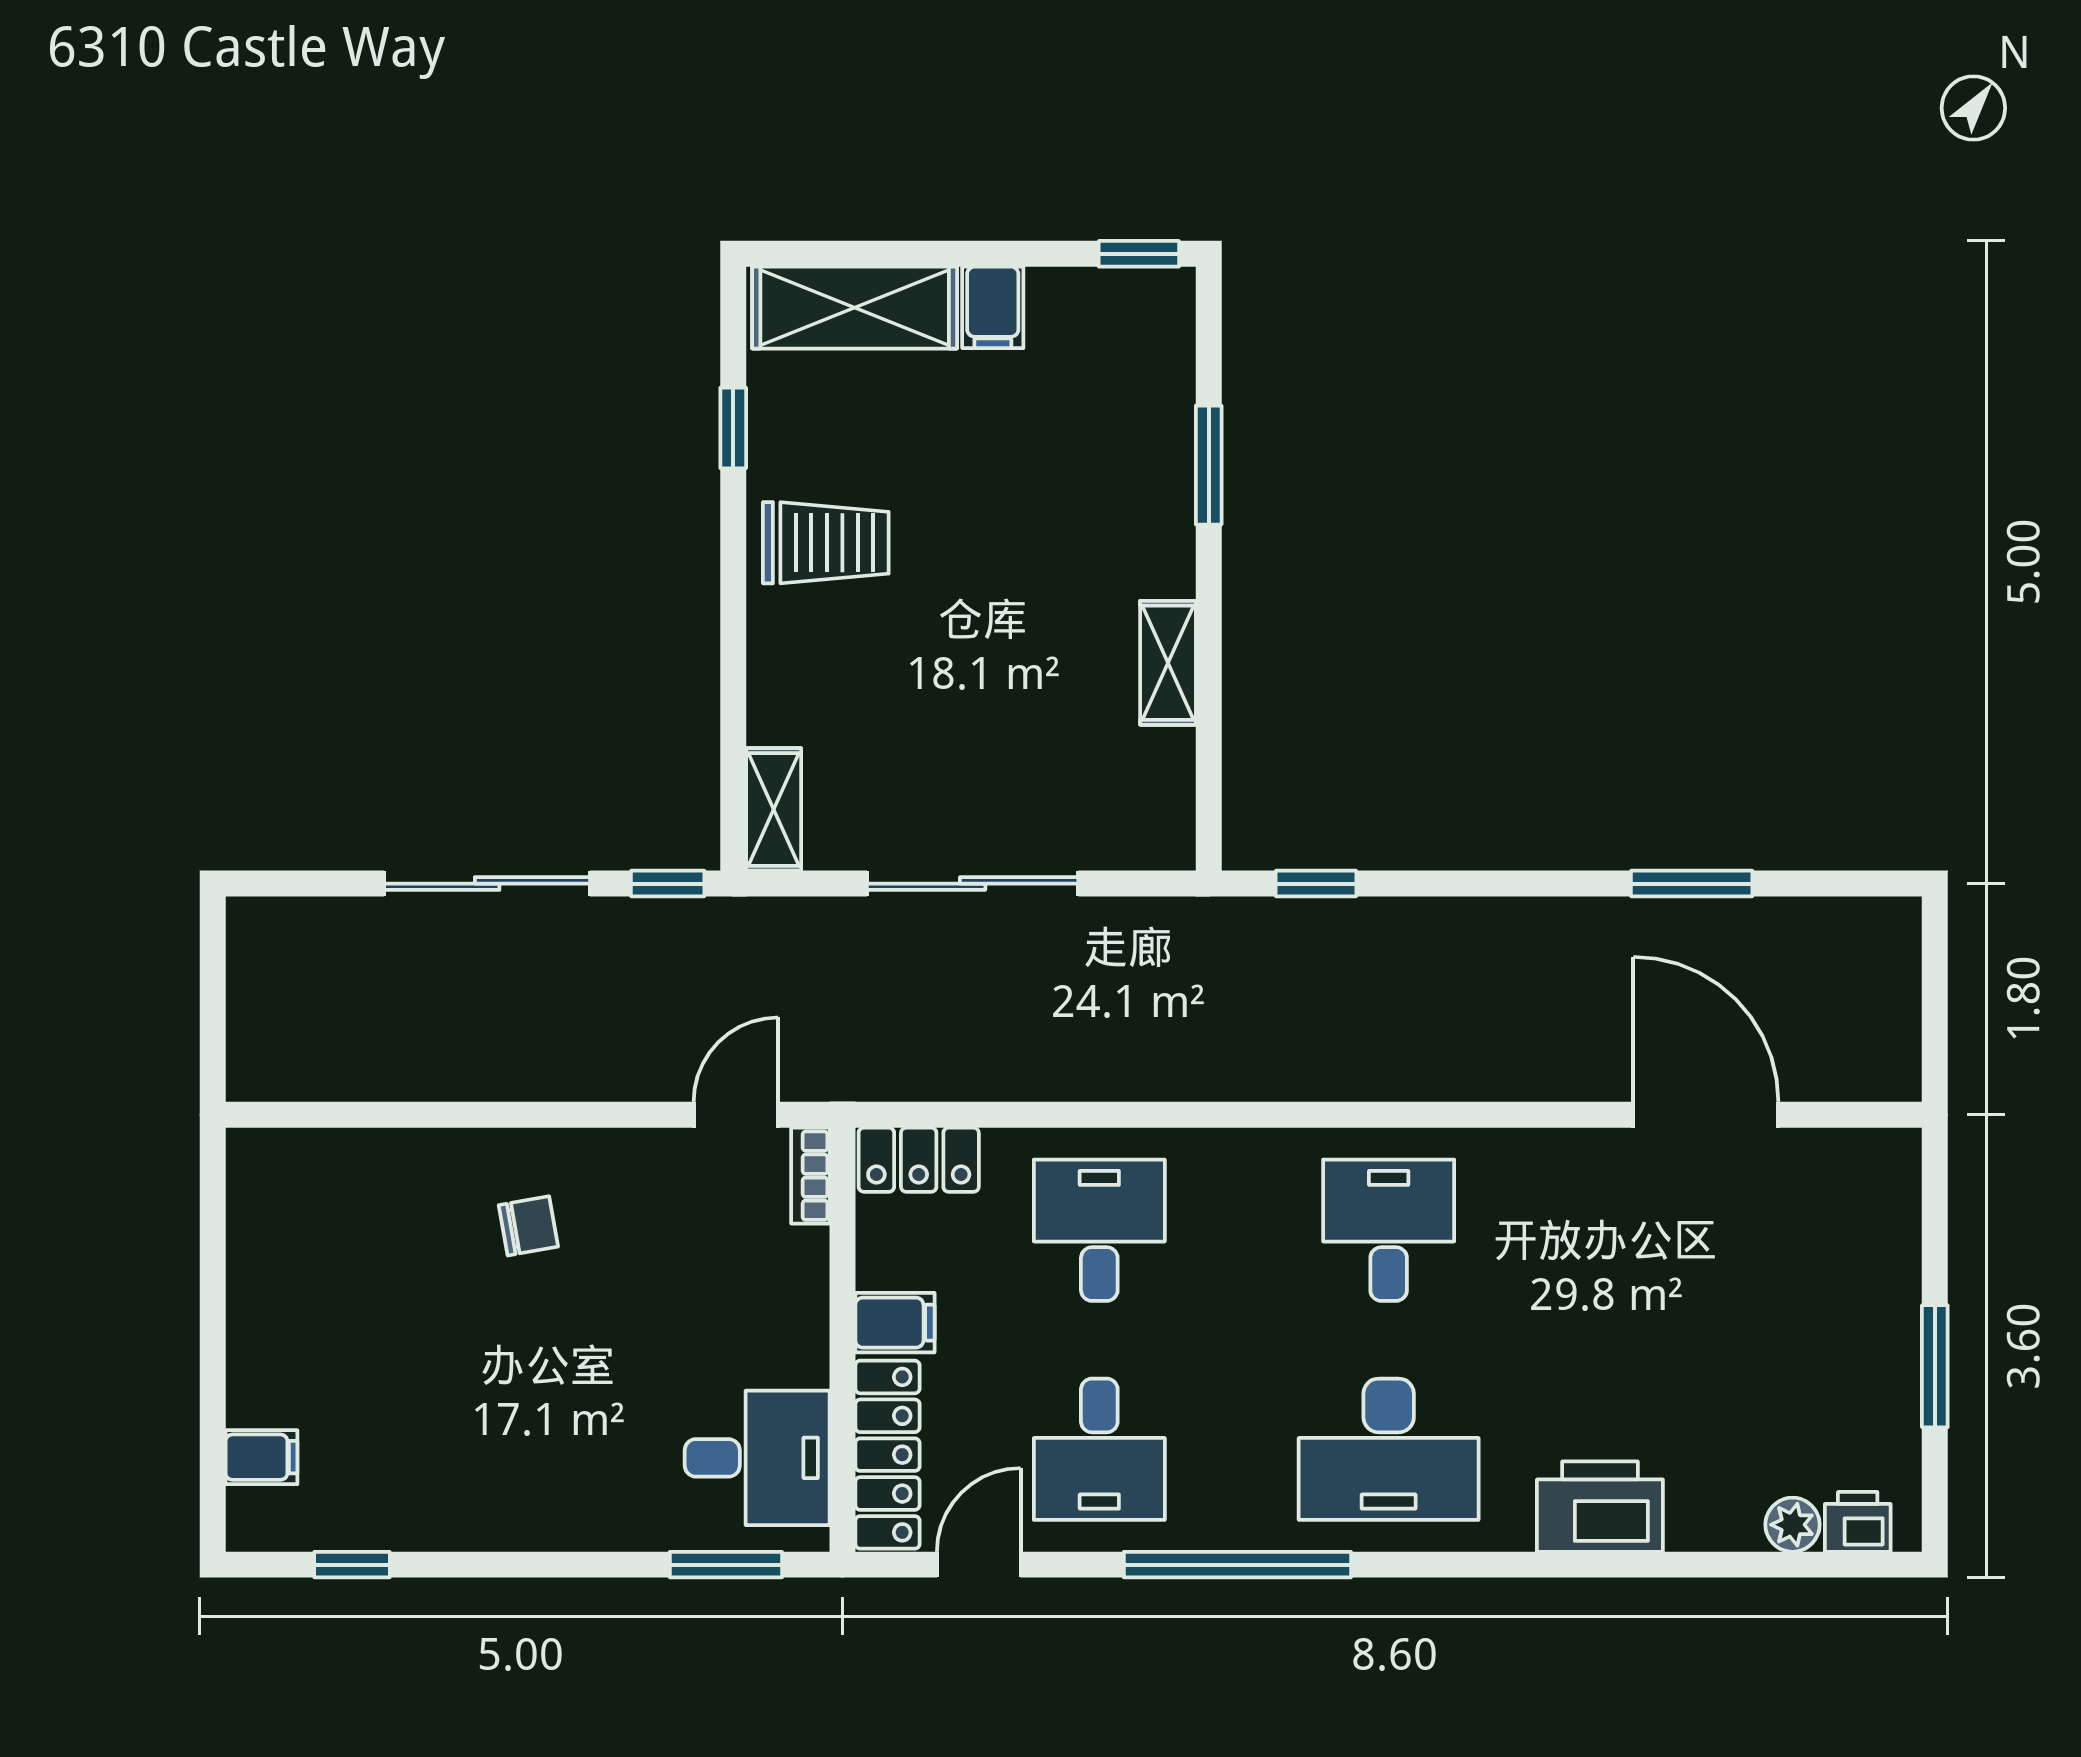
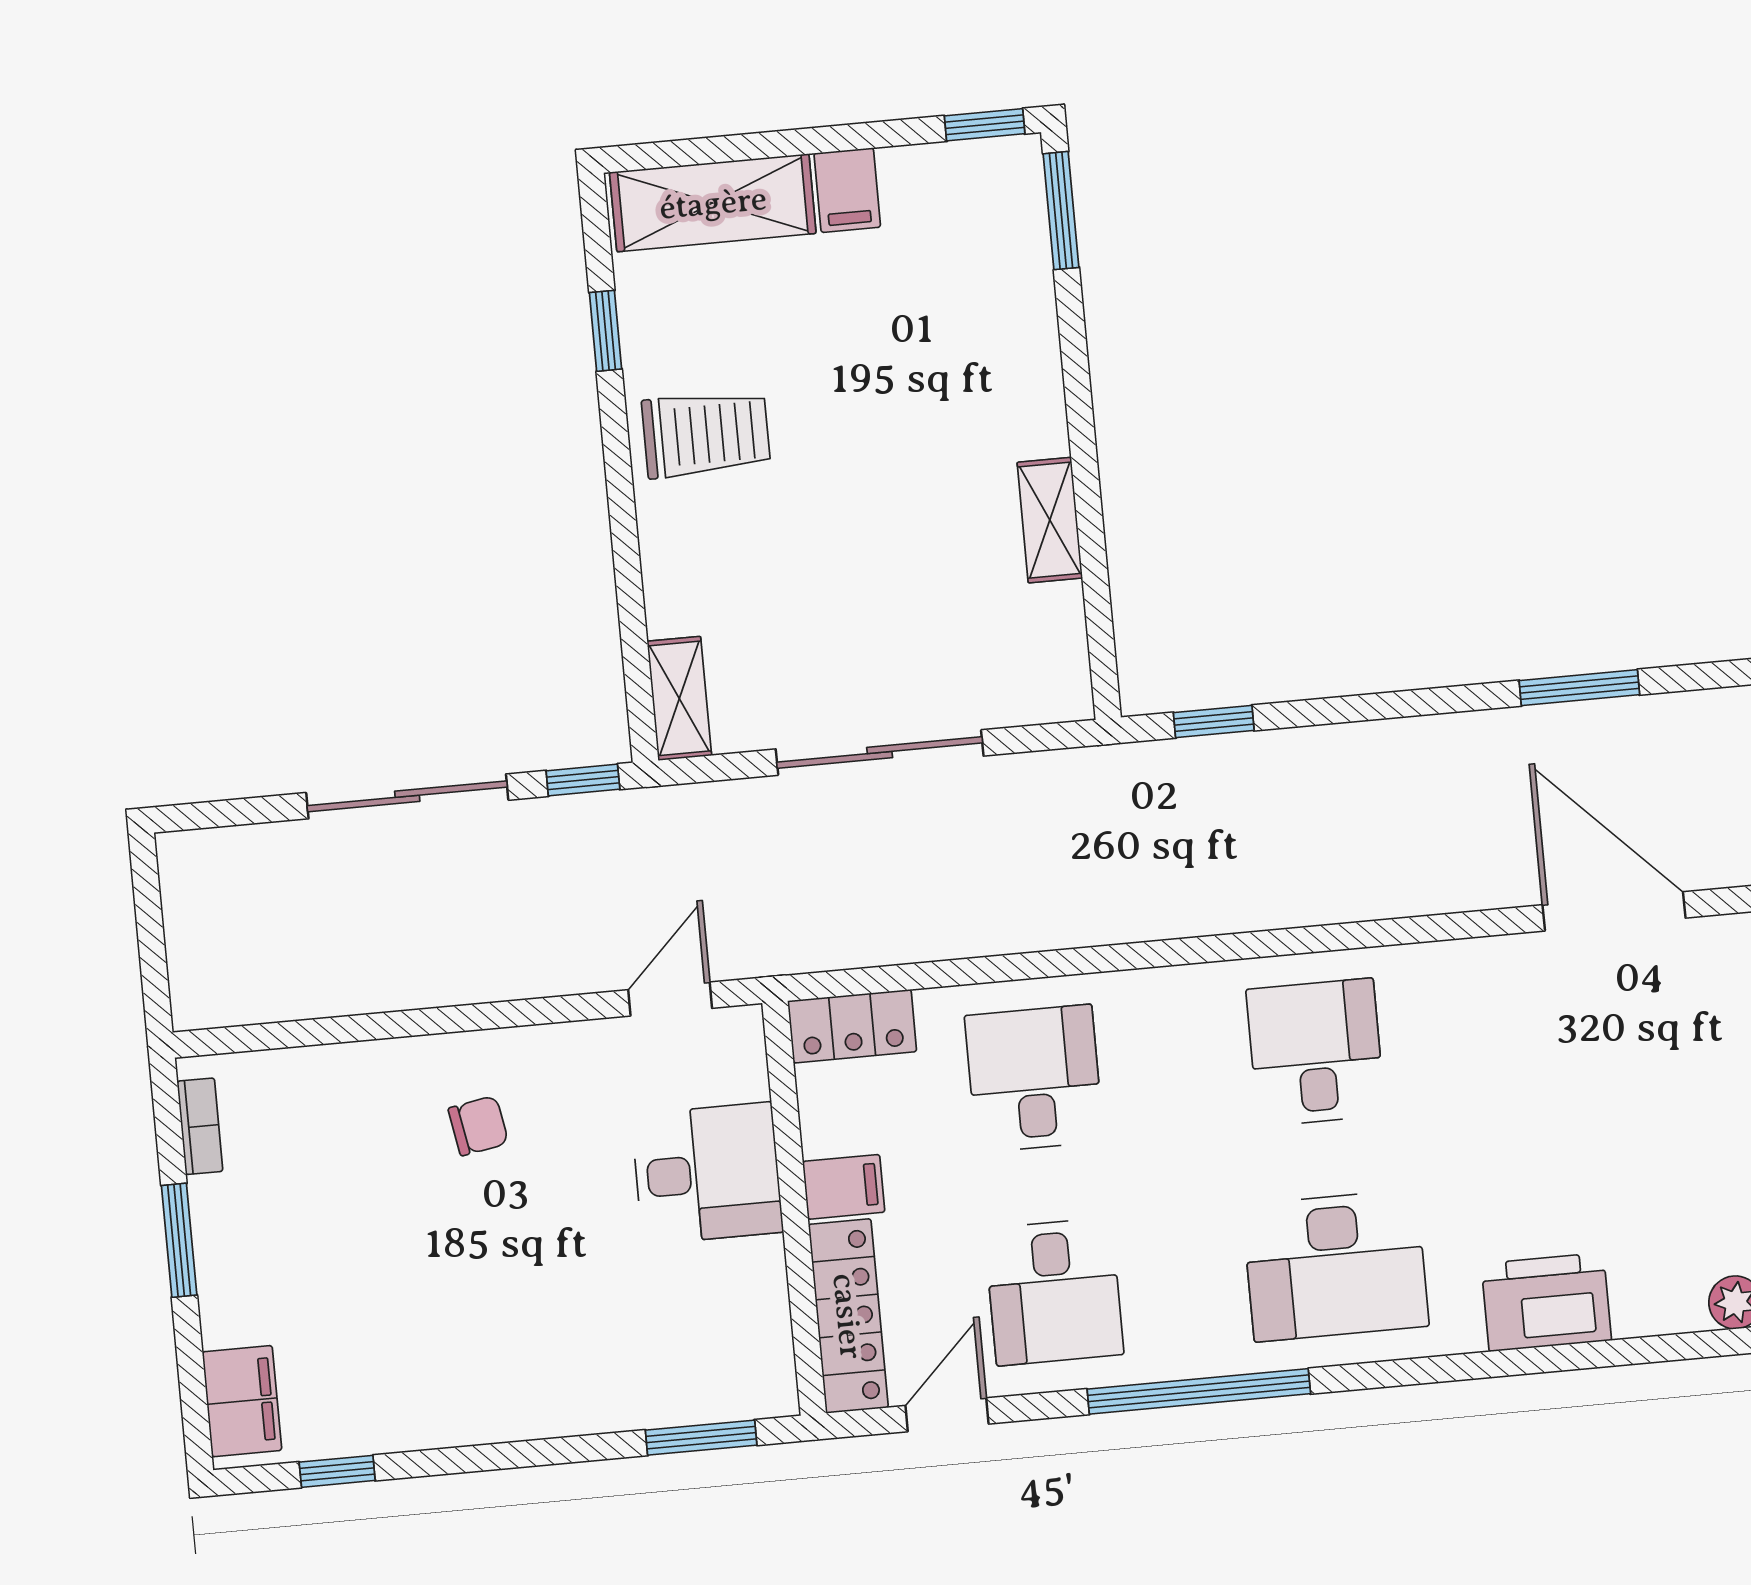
window: (1209, 465) -> (1061, 211), moved
bookcase: (810, 1176) -> (200, 1126), moved, turned 180
window: (213, 1314) -> (179, 1240), added
filing cabinet: (262, 1457) -> (242, 1401), width x2.00
desk: (757, 1458) -> (707, 1173), moved

